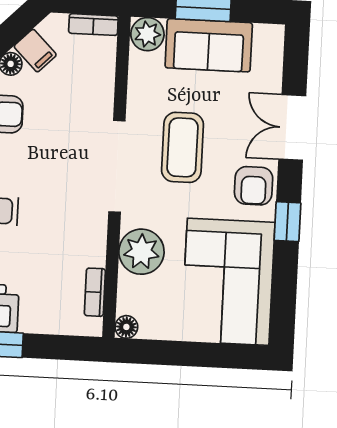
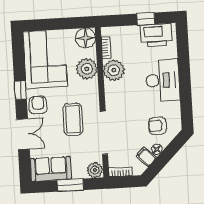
sofa: (209, 45) -> (51, 169), moved
doorway: (117, 166) -> (104, 133), moved
plant: (84, 242) -> (114, 70), added
floor lamp: (126, 327) -> (86, 38), width x1.89, depth x1.89

